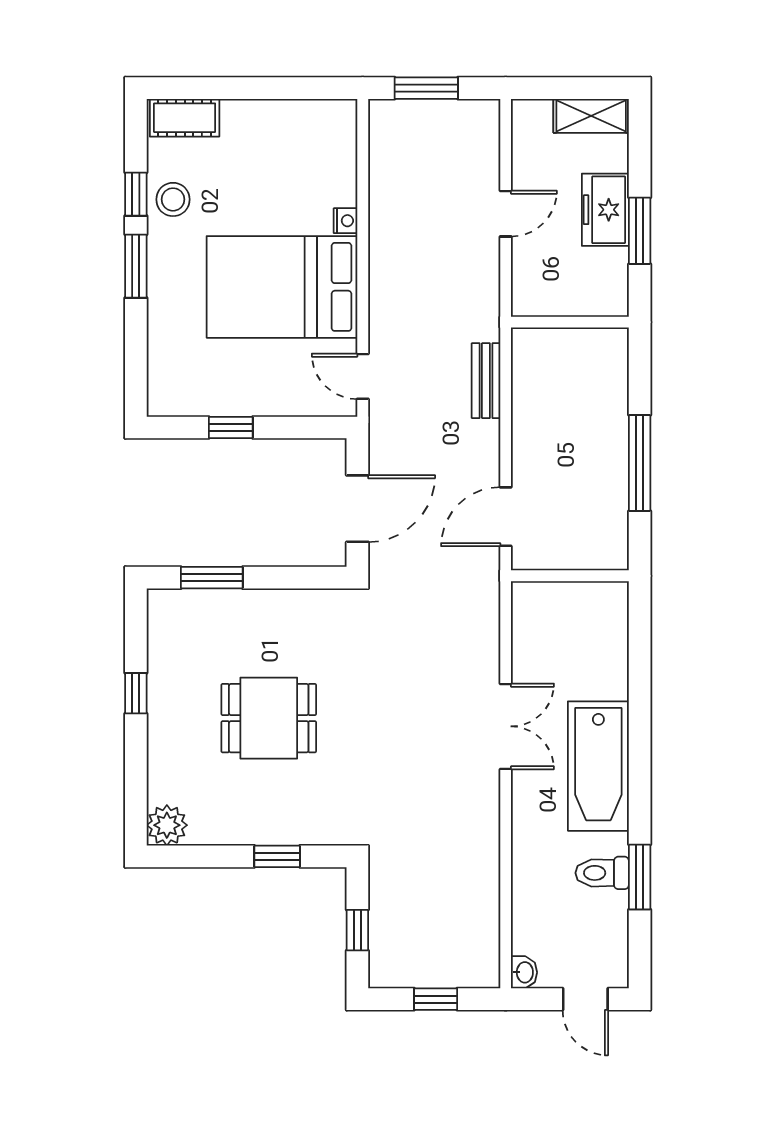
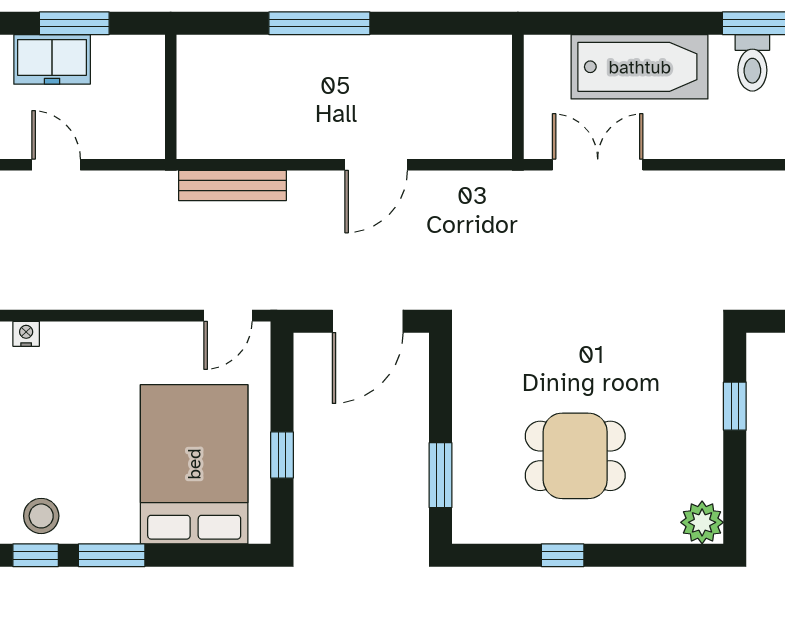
nightstand: (346, 221) -> (26, 334), moved
bed: (282, 287) -> (194, 464), moved, turned 180
bench: (486, 381) -> (232, 185), width x1.36
door: (357, 509) -> (368, 321), swing flipped
door: (506, 517) -> (376, 165), hinge flipped
wall: (570, 576) -> (518, 97), moved
dining table: (269, 718) -> (575, 456), moved, turned 90

